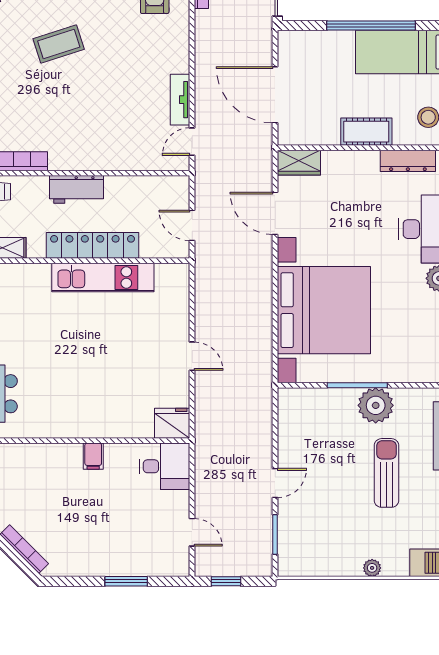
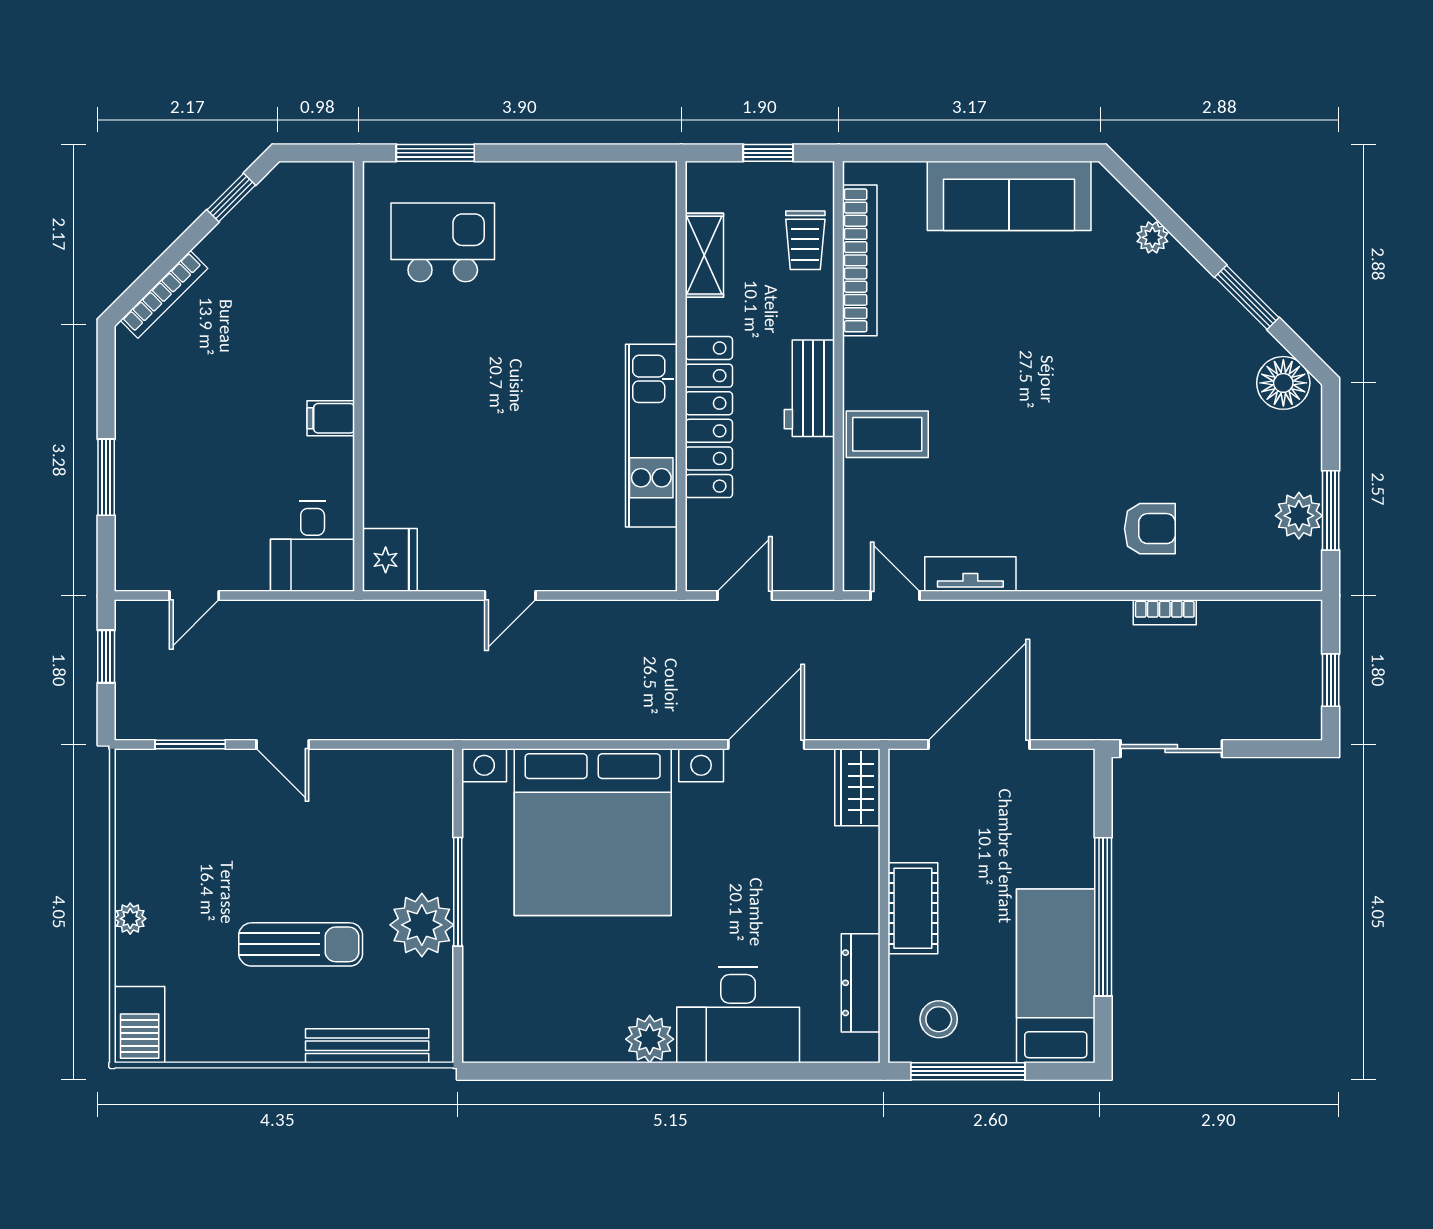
coffee table: (59, 44) -> (887, 434), moved, turned -72

